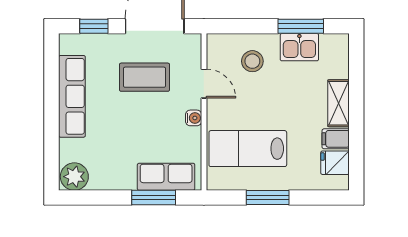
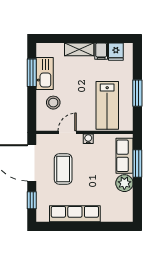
kitchen sink: (299, 47) -> (45, 74), width x1.38
plant: (74, 177) -> (124, 183), moved

